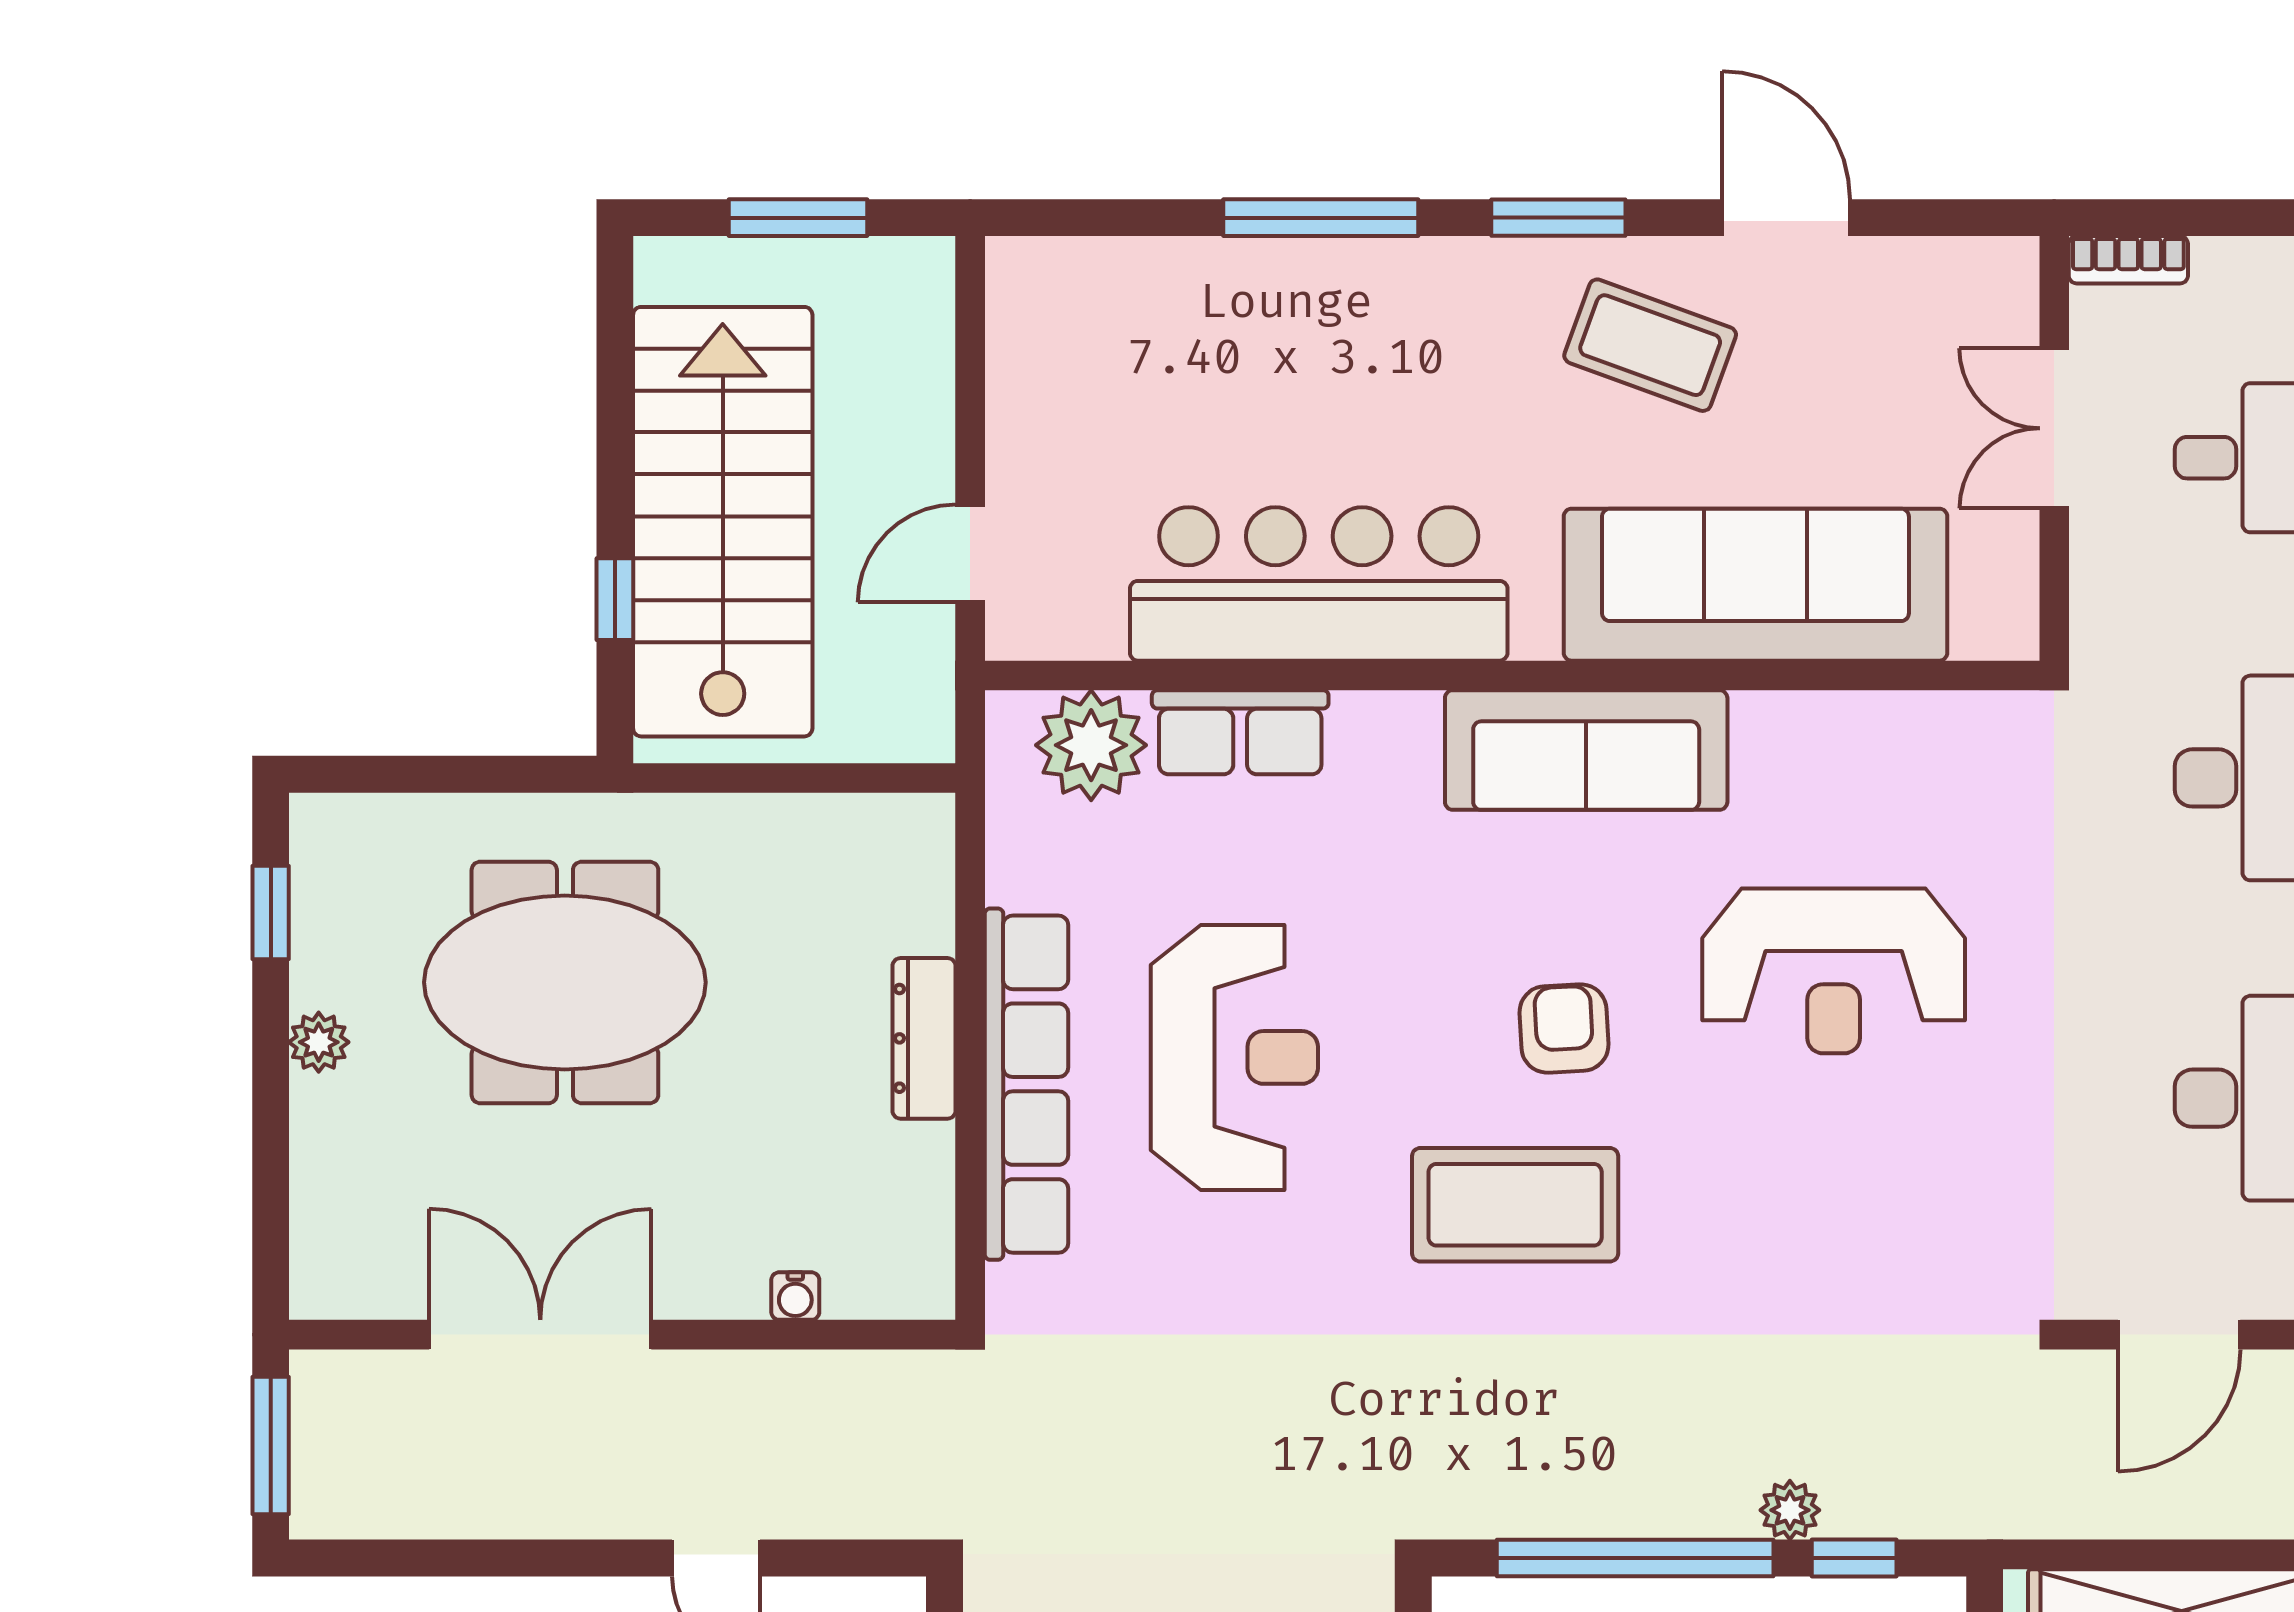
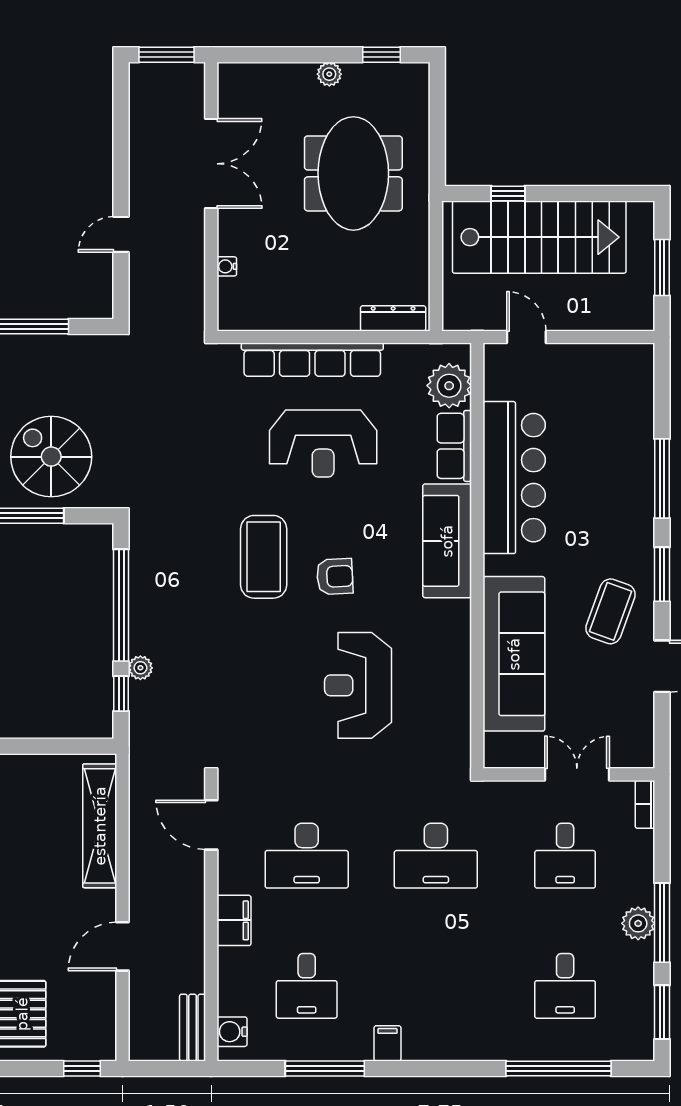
sofa: (1586, 750) -> (447, 541), moved
dresser: (924, 1038) -> (393, 318), moved

